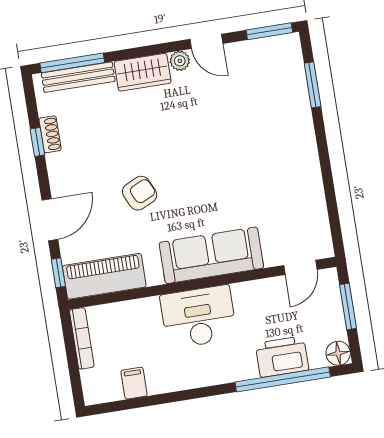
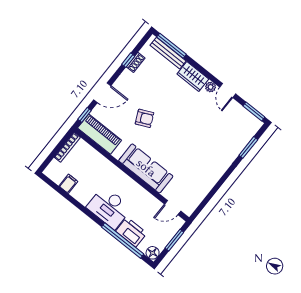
desk: (198, 317) -> (109, 208), moved, turned 180

